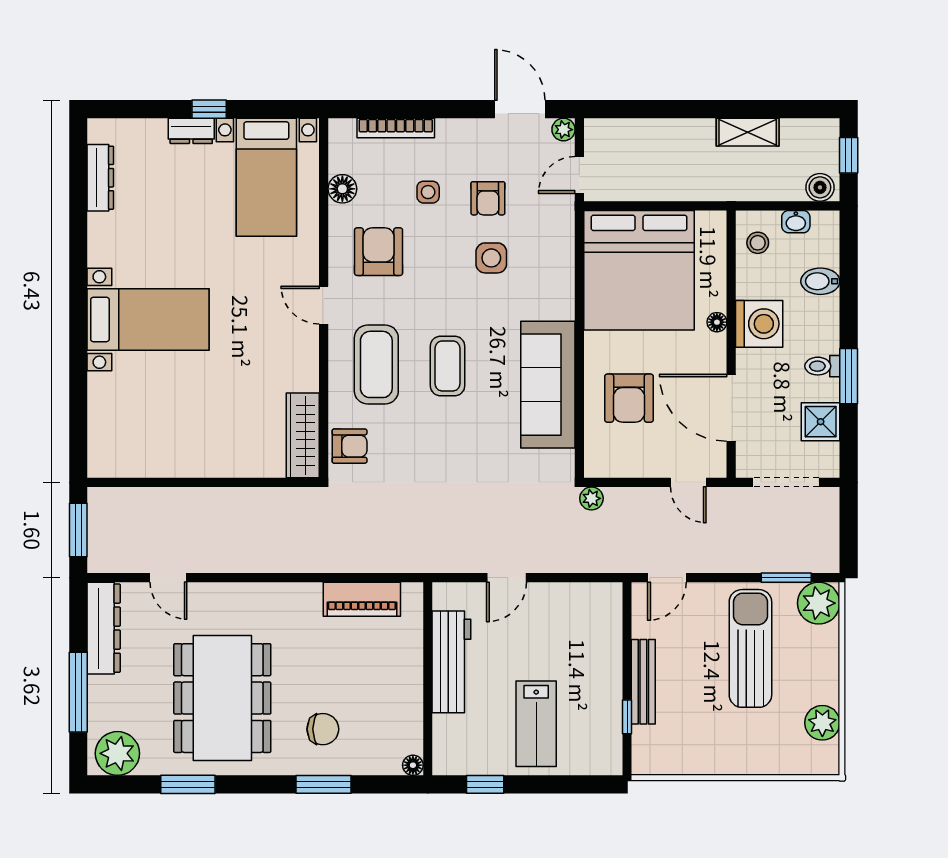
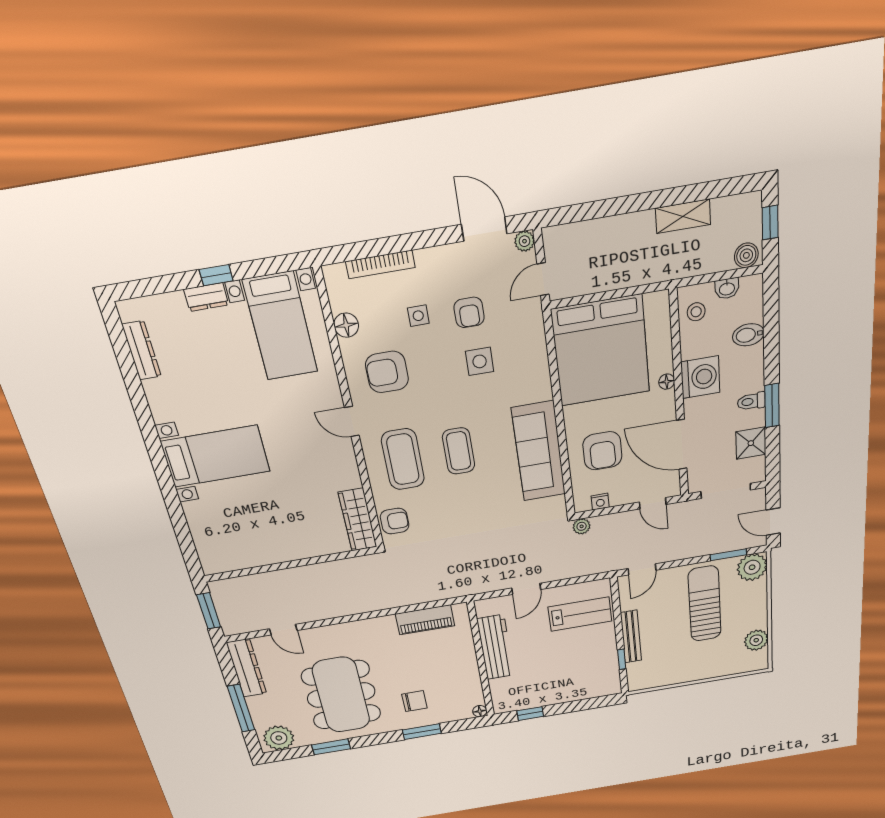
armchair: (379, 252) -> (387, 372), turned -90
nightstand: (619, 468) -> (600, 502), added
door: (849, 539) -> (773, 522), added
lab bench: (536, 724) -> (580, 614), moved, turned -90

